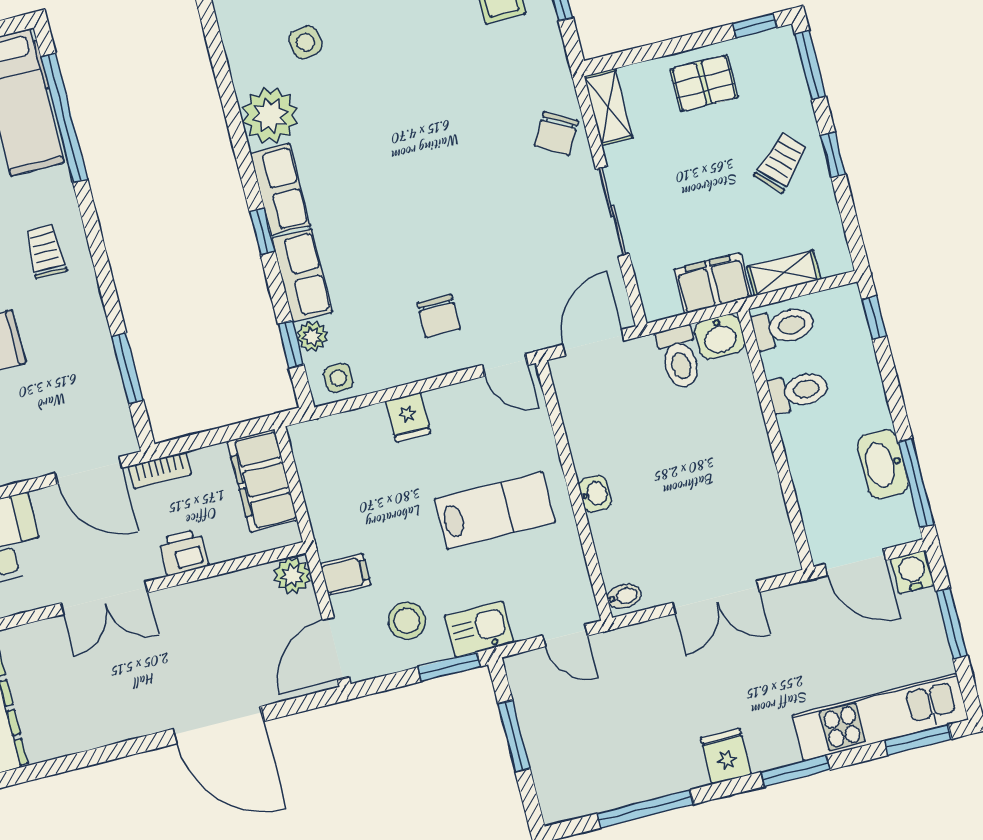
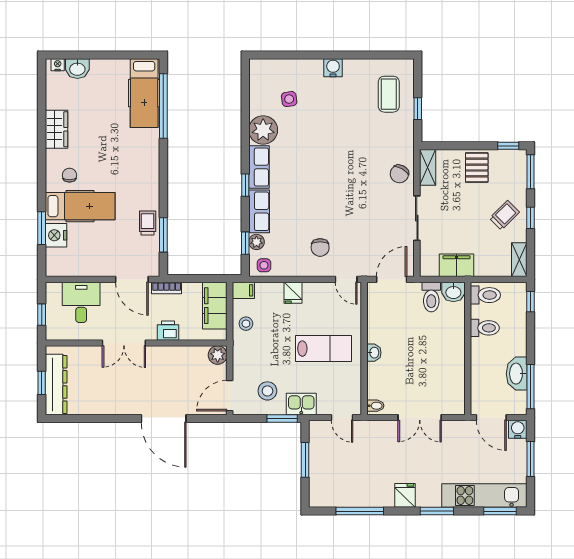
pallet: (704, 83) -> (477, 168), turned 90
trolley: (46, 251) -> (148, 223), moved
shelving: (784, 273) -> (519, 260), moved, turned 90
stool: (332, 500) -> (246, 324), added
filing cabinet: (345, 575) -> (243, 290), moved

